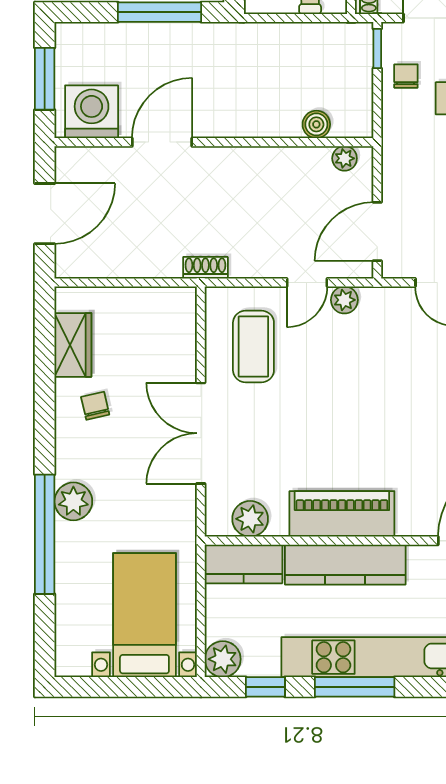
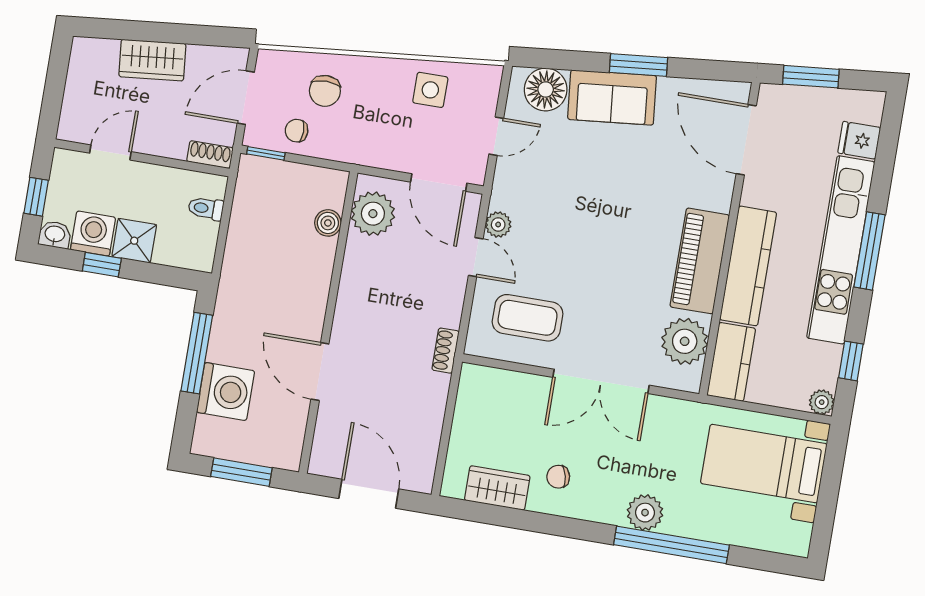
washing machine: (92, 112) -> (226, 392), moved, turned 180
plant: (345, 158) -> (373, 214), width x1.88, depth x1.88
plant: (250, 519) -> (685, 341), width x1.36, depth x1.36
plant: (223, 659) -> (822, 402), width x0.73, depth x0.73
window: (355, 687) -> (869, 251), moved

